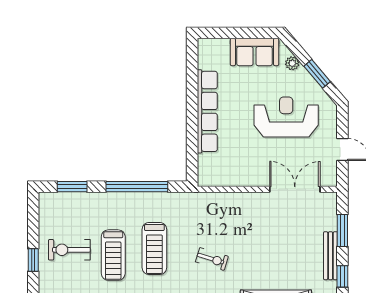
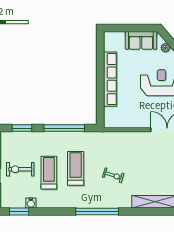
treadmill: (154, 248) -> (76, 168), turned 180
treadmill: (113, 255) -> (49, 173), turned 180

